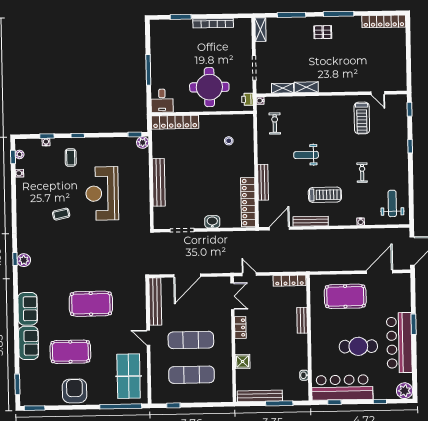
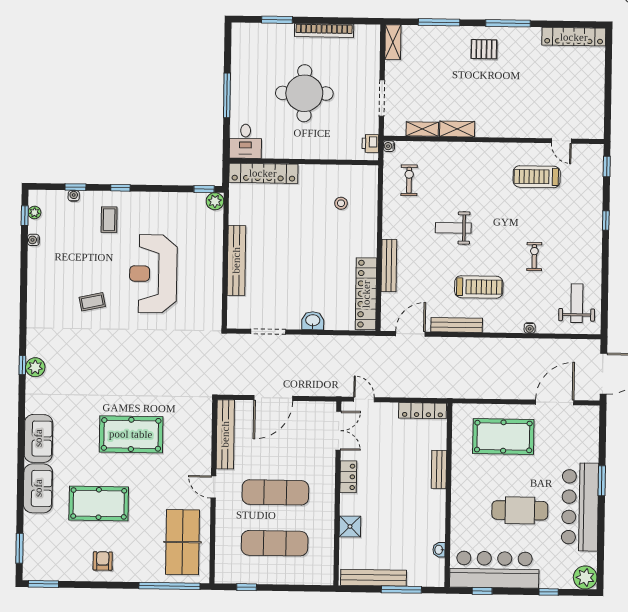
round table: (209, 87) -> (304, 93), moved
treadmill: (362, 118) -> (537, 177), turned 90
armchair: (74, 391) -> (103, 561), width x0.53, depth x0.53

